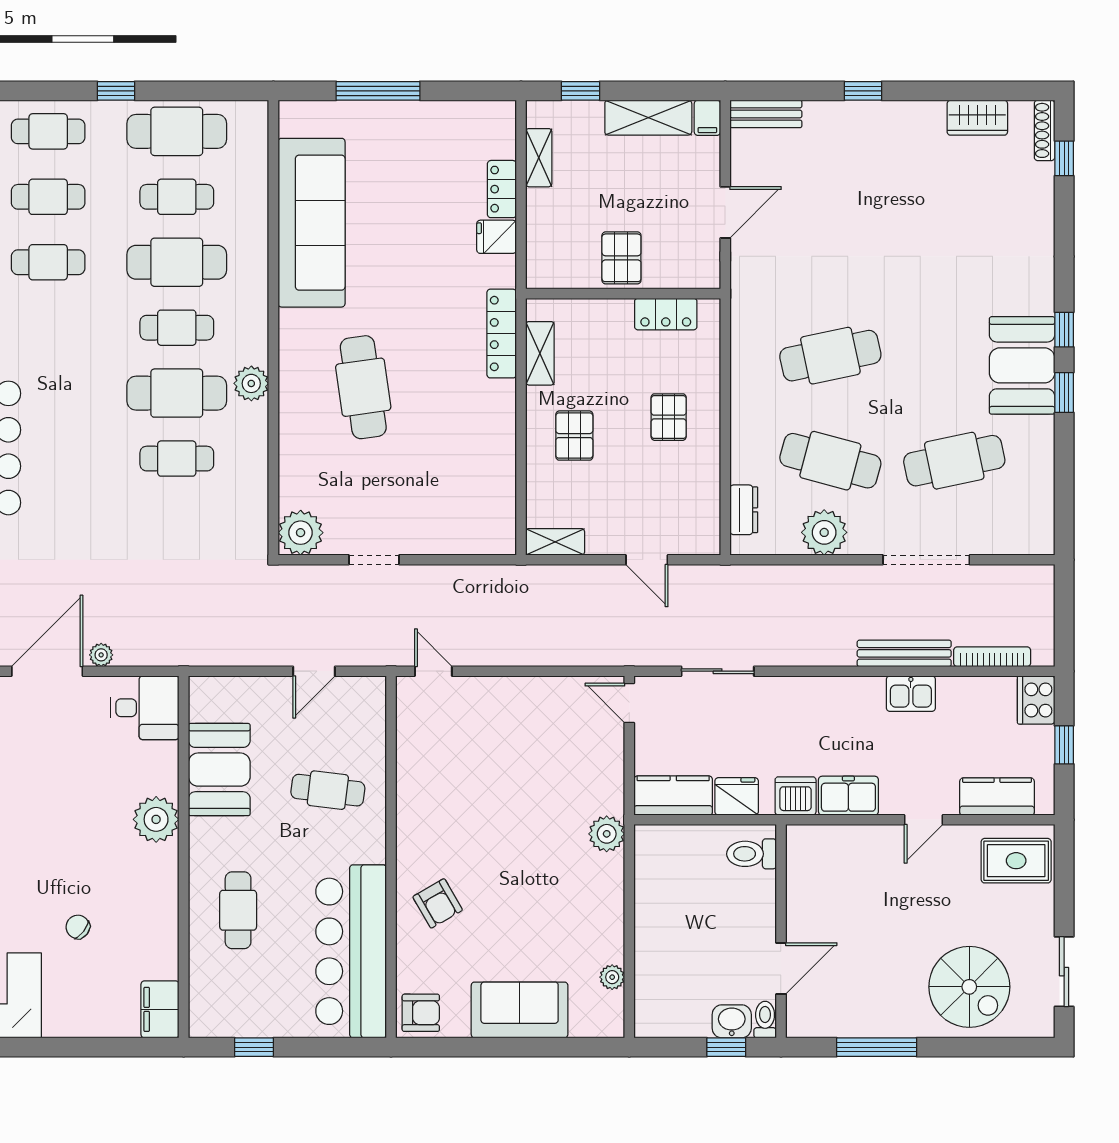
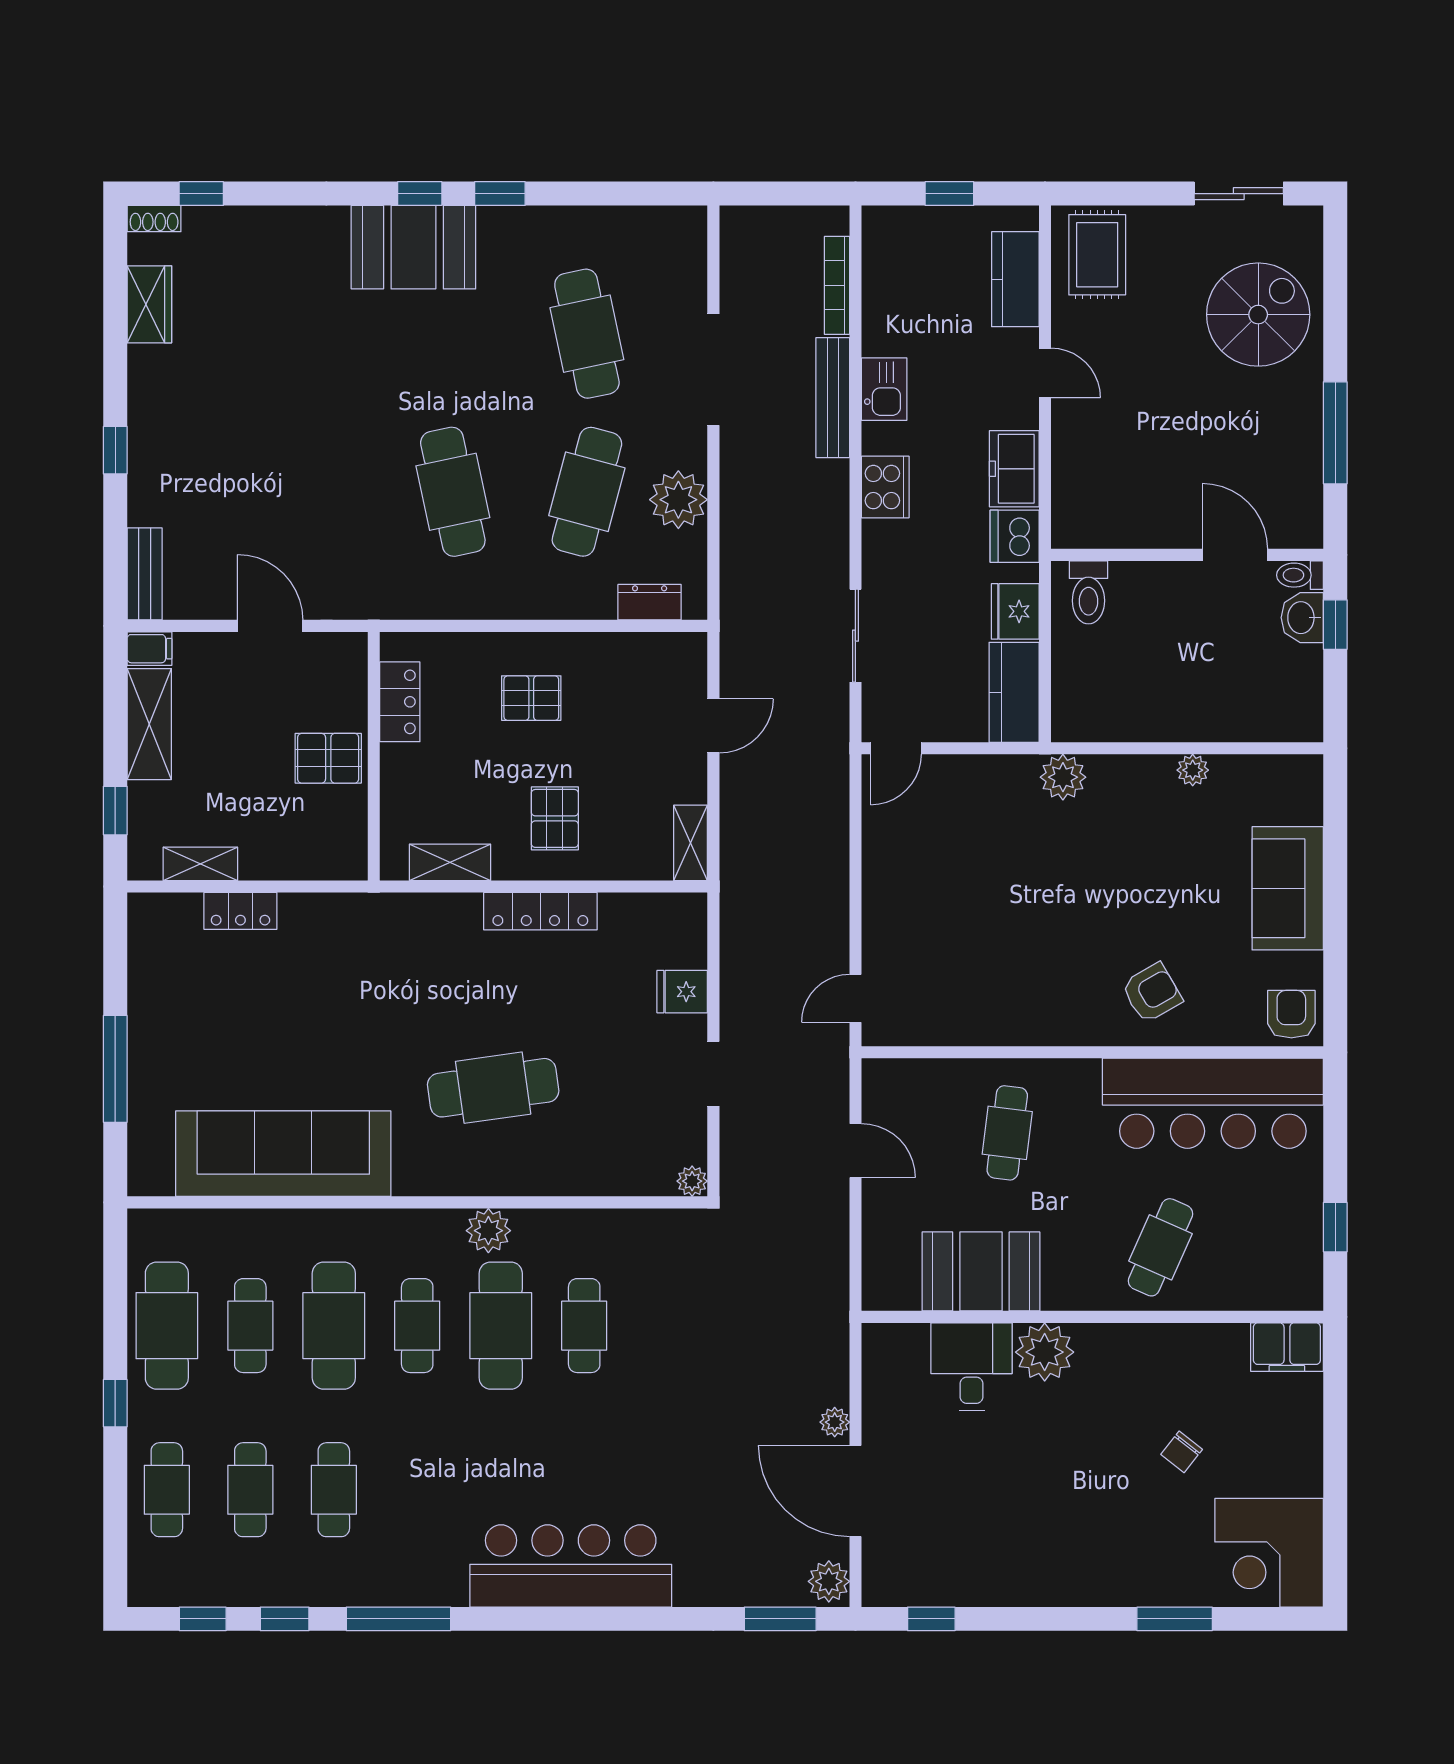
shoe rack: (1045, 130) -> (154, 219), width x0.70
fridge: (497, 237) -> (682, 992), moved, turned 90
locker: (502, 334) -> (540, 911), moved
booth: (1022, 365) -> (413, 247), moved
pallet: (574, 436) -> (555, 818), turned 90
plant: (301, 533) -> (692, 1181), width x0.53, depth x0.53
cooker: (1036, 700) -> (885, 487), moved, turned -90
desk: (145, 708) -> (972, 1367), moved
cafe table: (238, 910) -> (1160, 1247), turned -66
plant: (612, 977) -> (1193, 770), moved

